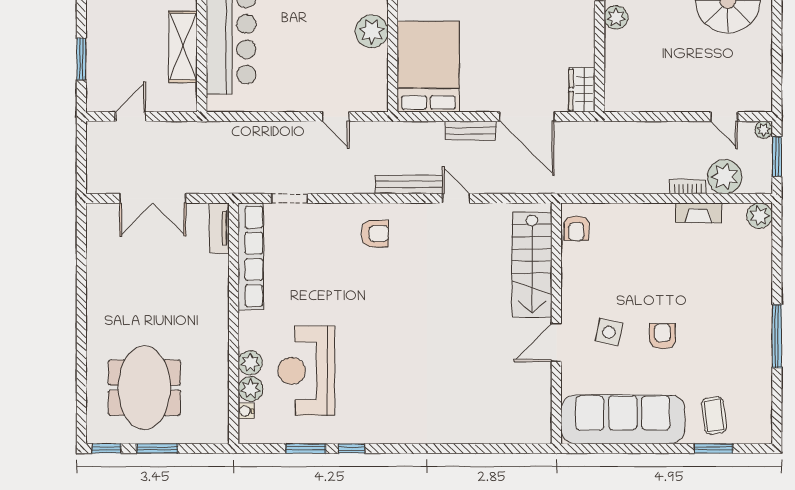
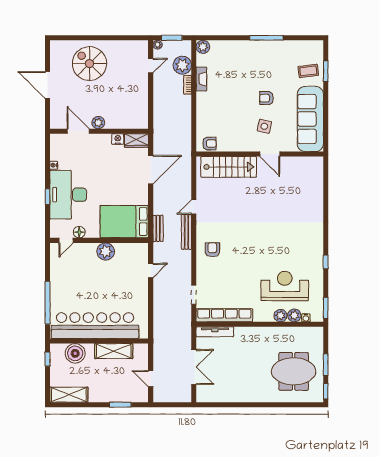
nightstand: (585, 54) -> (118, 139), added
bench: (471, 131) -> (158, 228), moved
tv unit: (219, 228) -> (215, 332), width x1.41
reception desk: (306, 371) -> (285, 286), turned 180
window: (306, 448) -> (326, 308), moved

